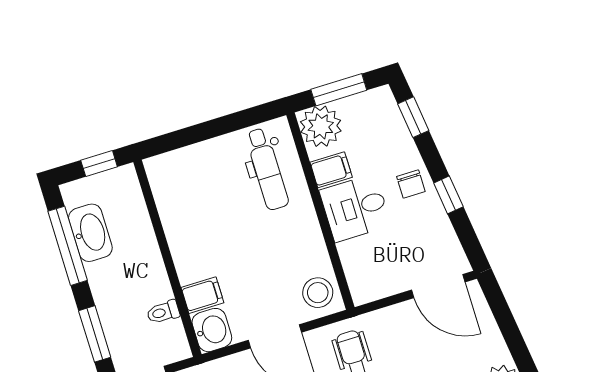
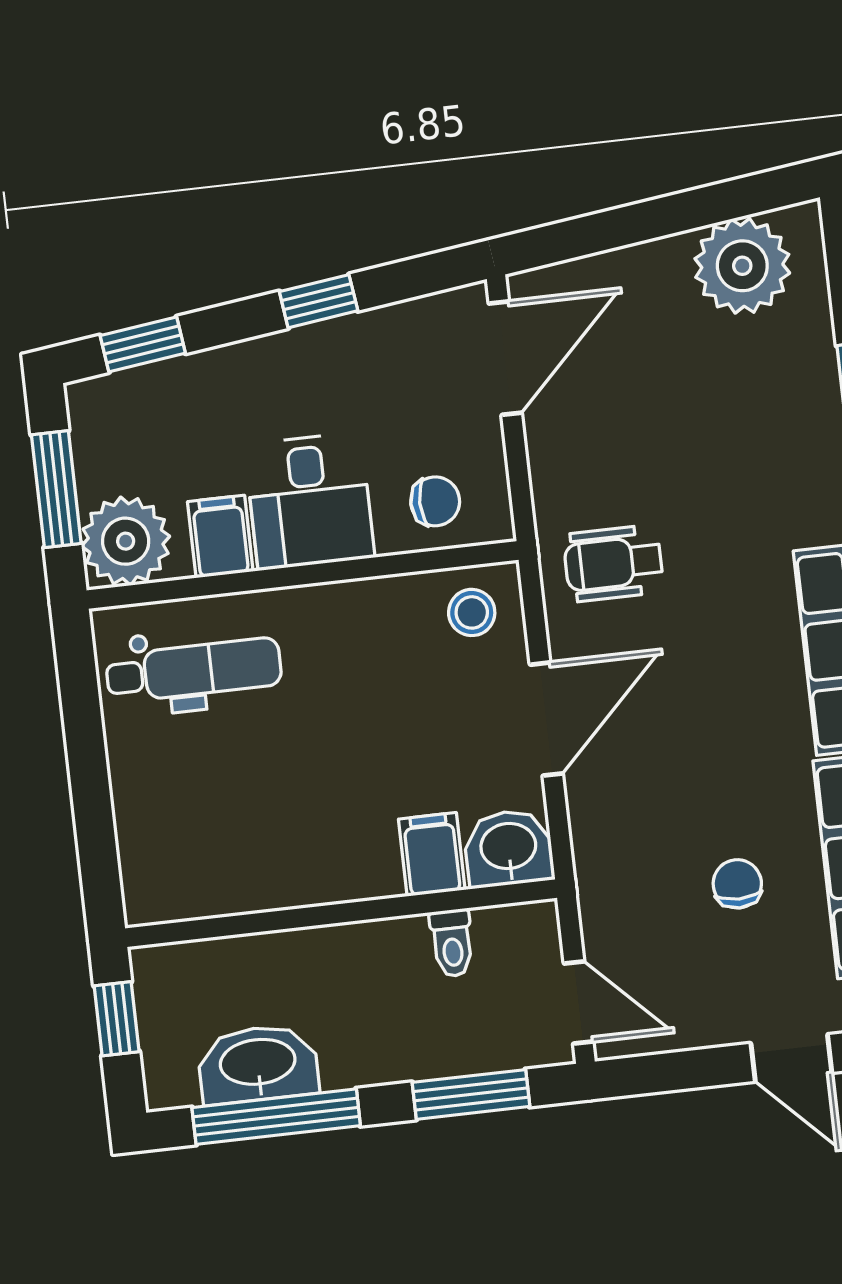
chair: (411, 184) -> (435, 501), moved
stool: (318, 293) -> (472, 612), width x0.73, depth x0.73

